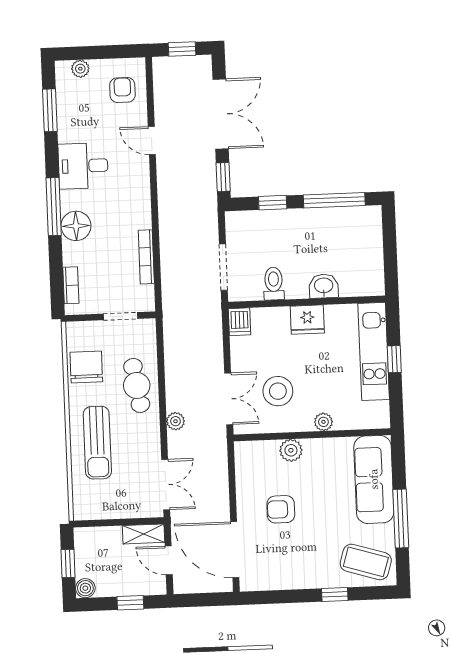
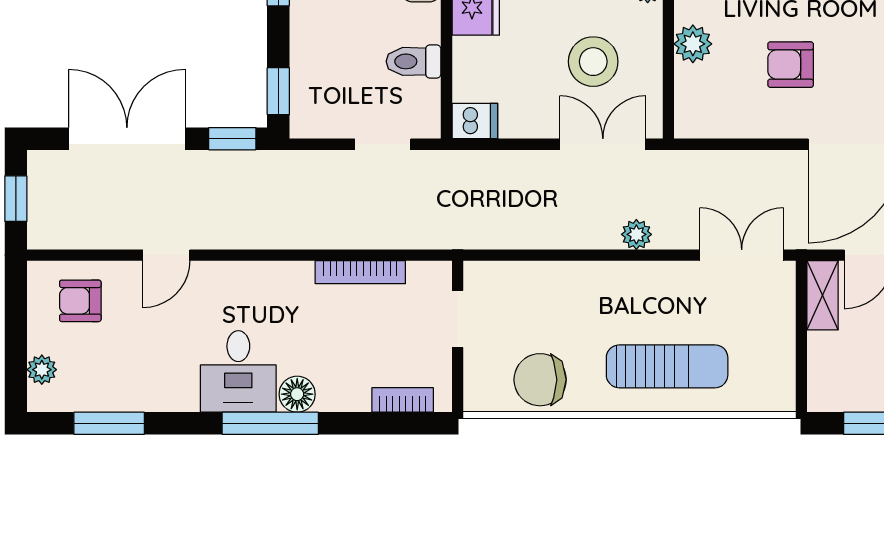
desk: (83, 166) -> (238, 371), moved
window: (273, 203) -> (278, 91), moved
floor lamp: (76, 226) -> (297, 394), width x0.73, depth x0.73
doorway: (223, 267) -> (383, 144), width x0.73
cafe table: (137, 385) -> (574, 297), removed
armchair: (281, 509) -> (791, 65), turned 90

